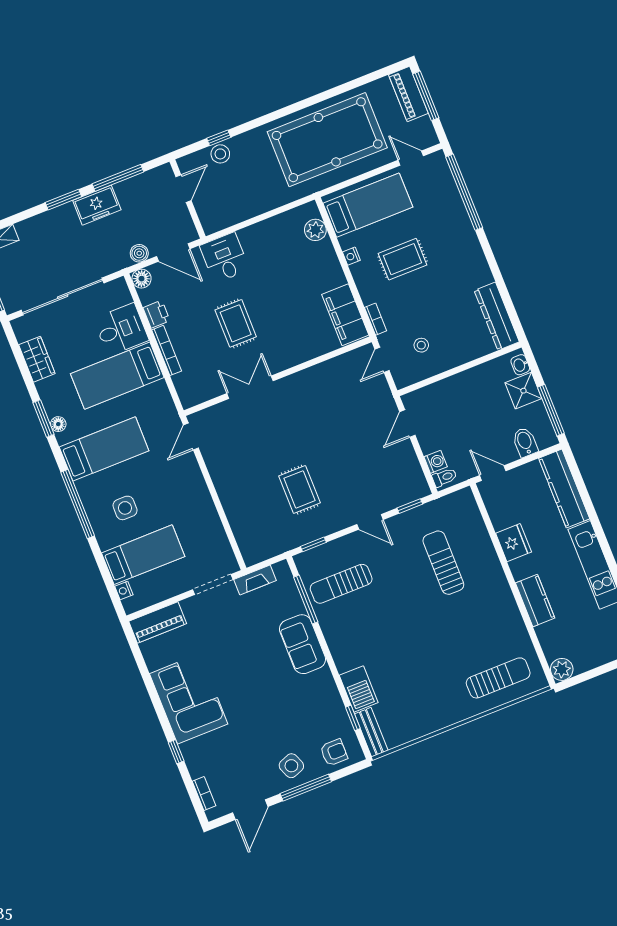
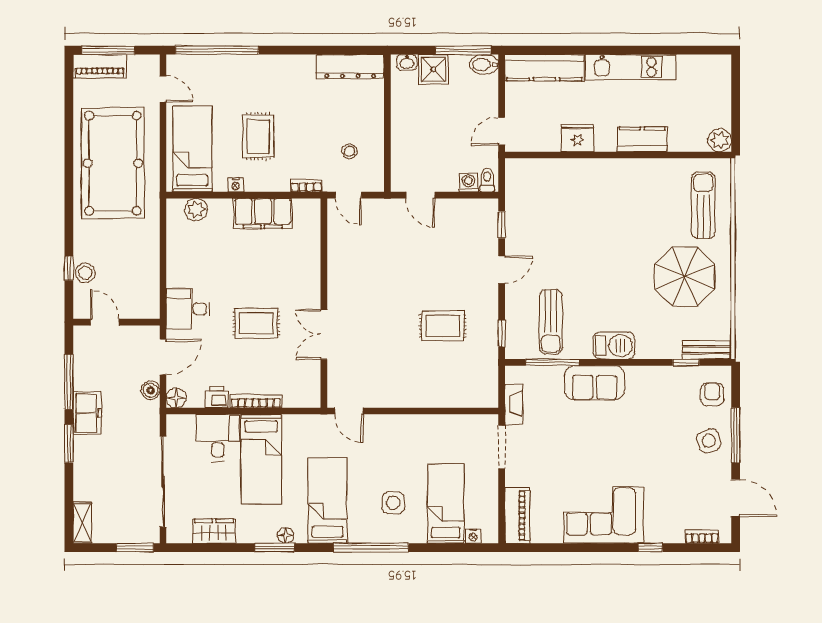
door: (411, 158) -> (163, 89), swing flipped
filing cabinet: (345, 315) -> (263, 213), moved
bidet: (525, 442) -> (484, 64), moved
sun lounger: (443, 563) -> (570, 214), removed
parasol: (428, 687) -> (685, 277), added
barbecue: (359, 689) -> (614, 346), moved

